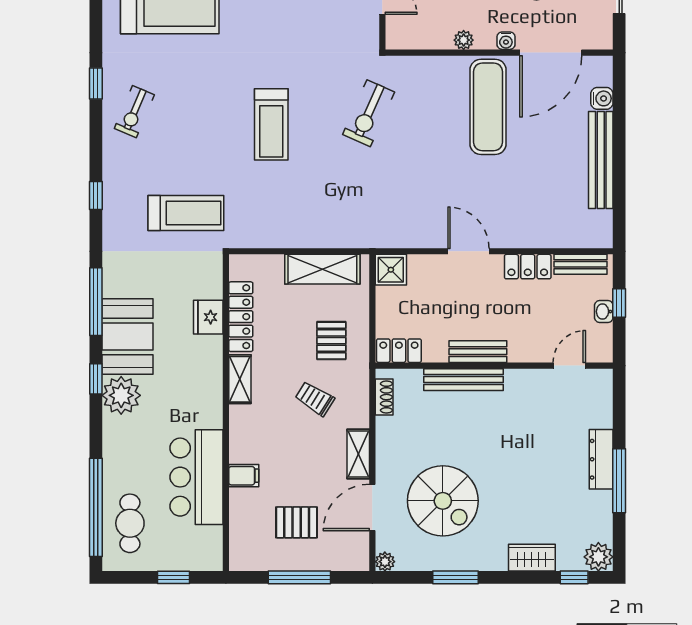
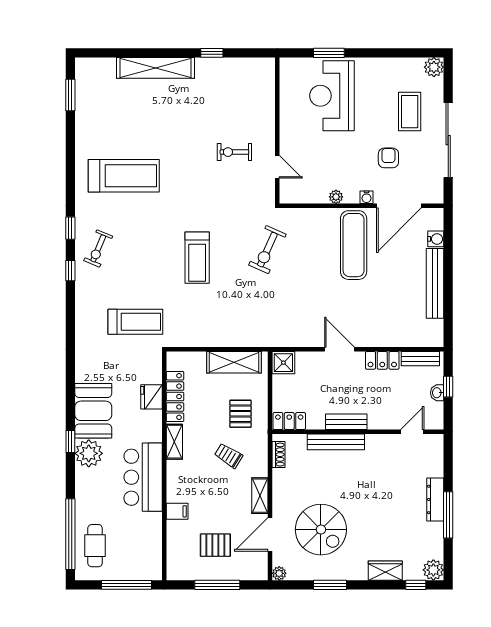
window: (96, 196) -> (70, 271), moved
window: (96, 302) -> (70, 386), removed
bar counter: (196, 477) -> (143, 477), moved
window: (173, 577) -> (126, 585), width x2.17

